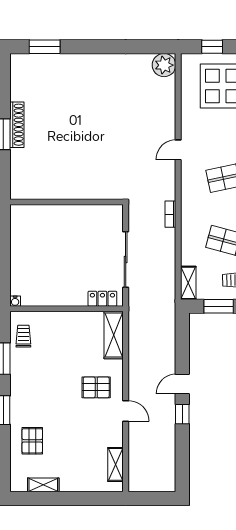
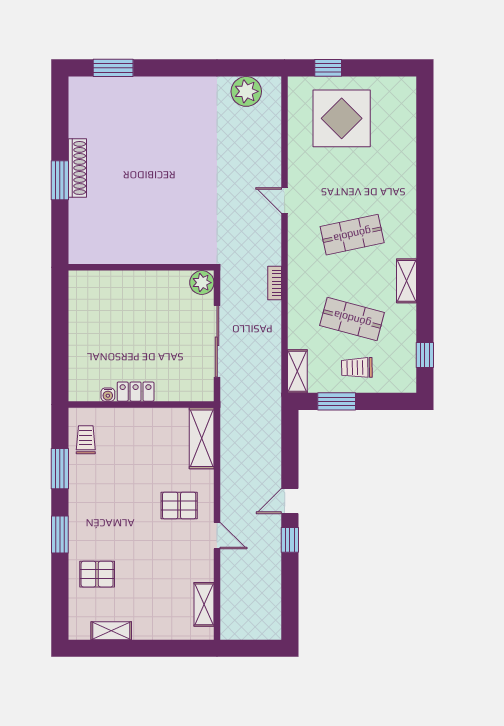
plant: (164, 65) -> (246, 91), moved
door: (178, 150) -> (285, 200), hinge flipped
plant: (114, 214) -> (202, 283), added
locker: (102, 299) -> (136, 392), moved
water cooler: (15, 301) -> (108, 395), moved
pallet: (32, 441) -> (97, 574), turned 90

